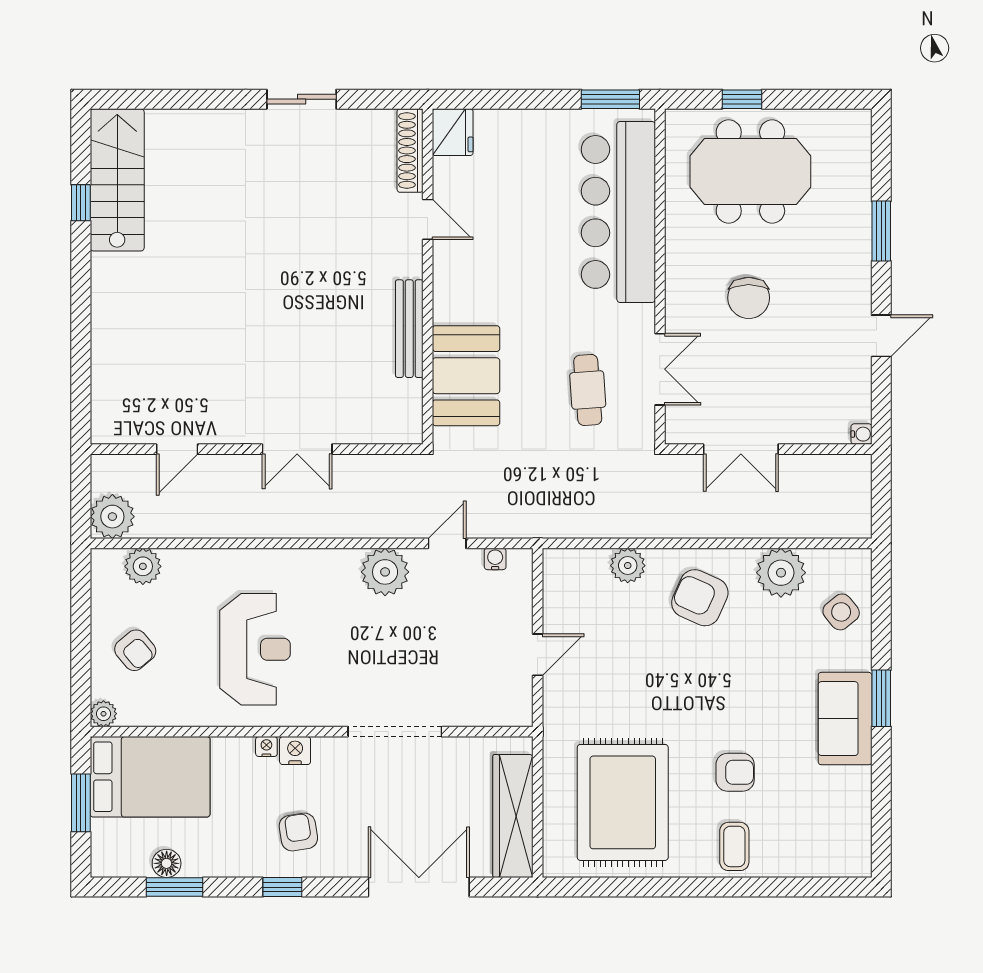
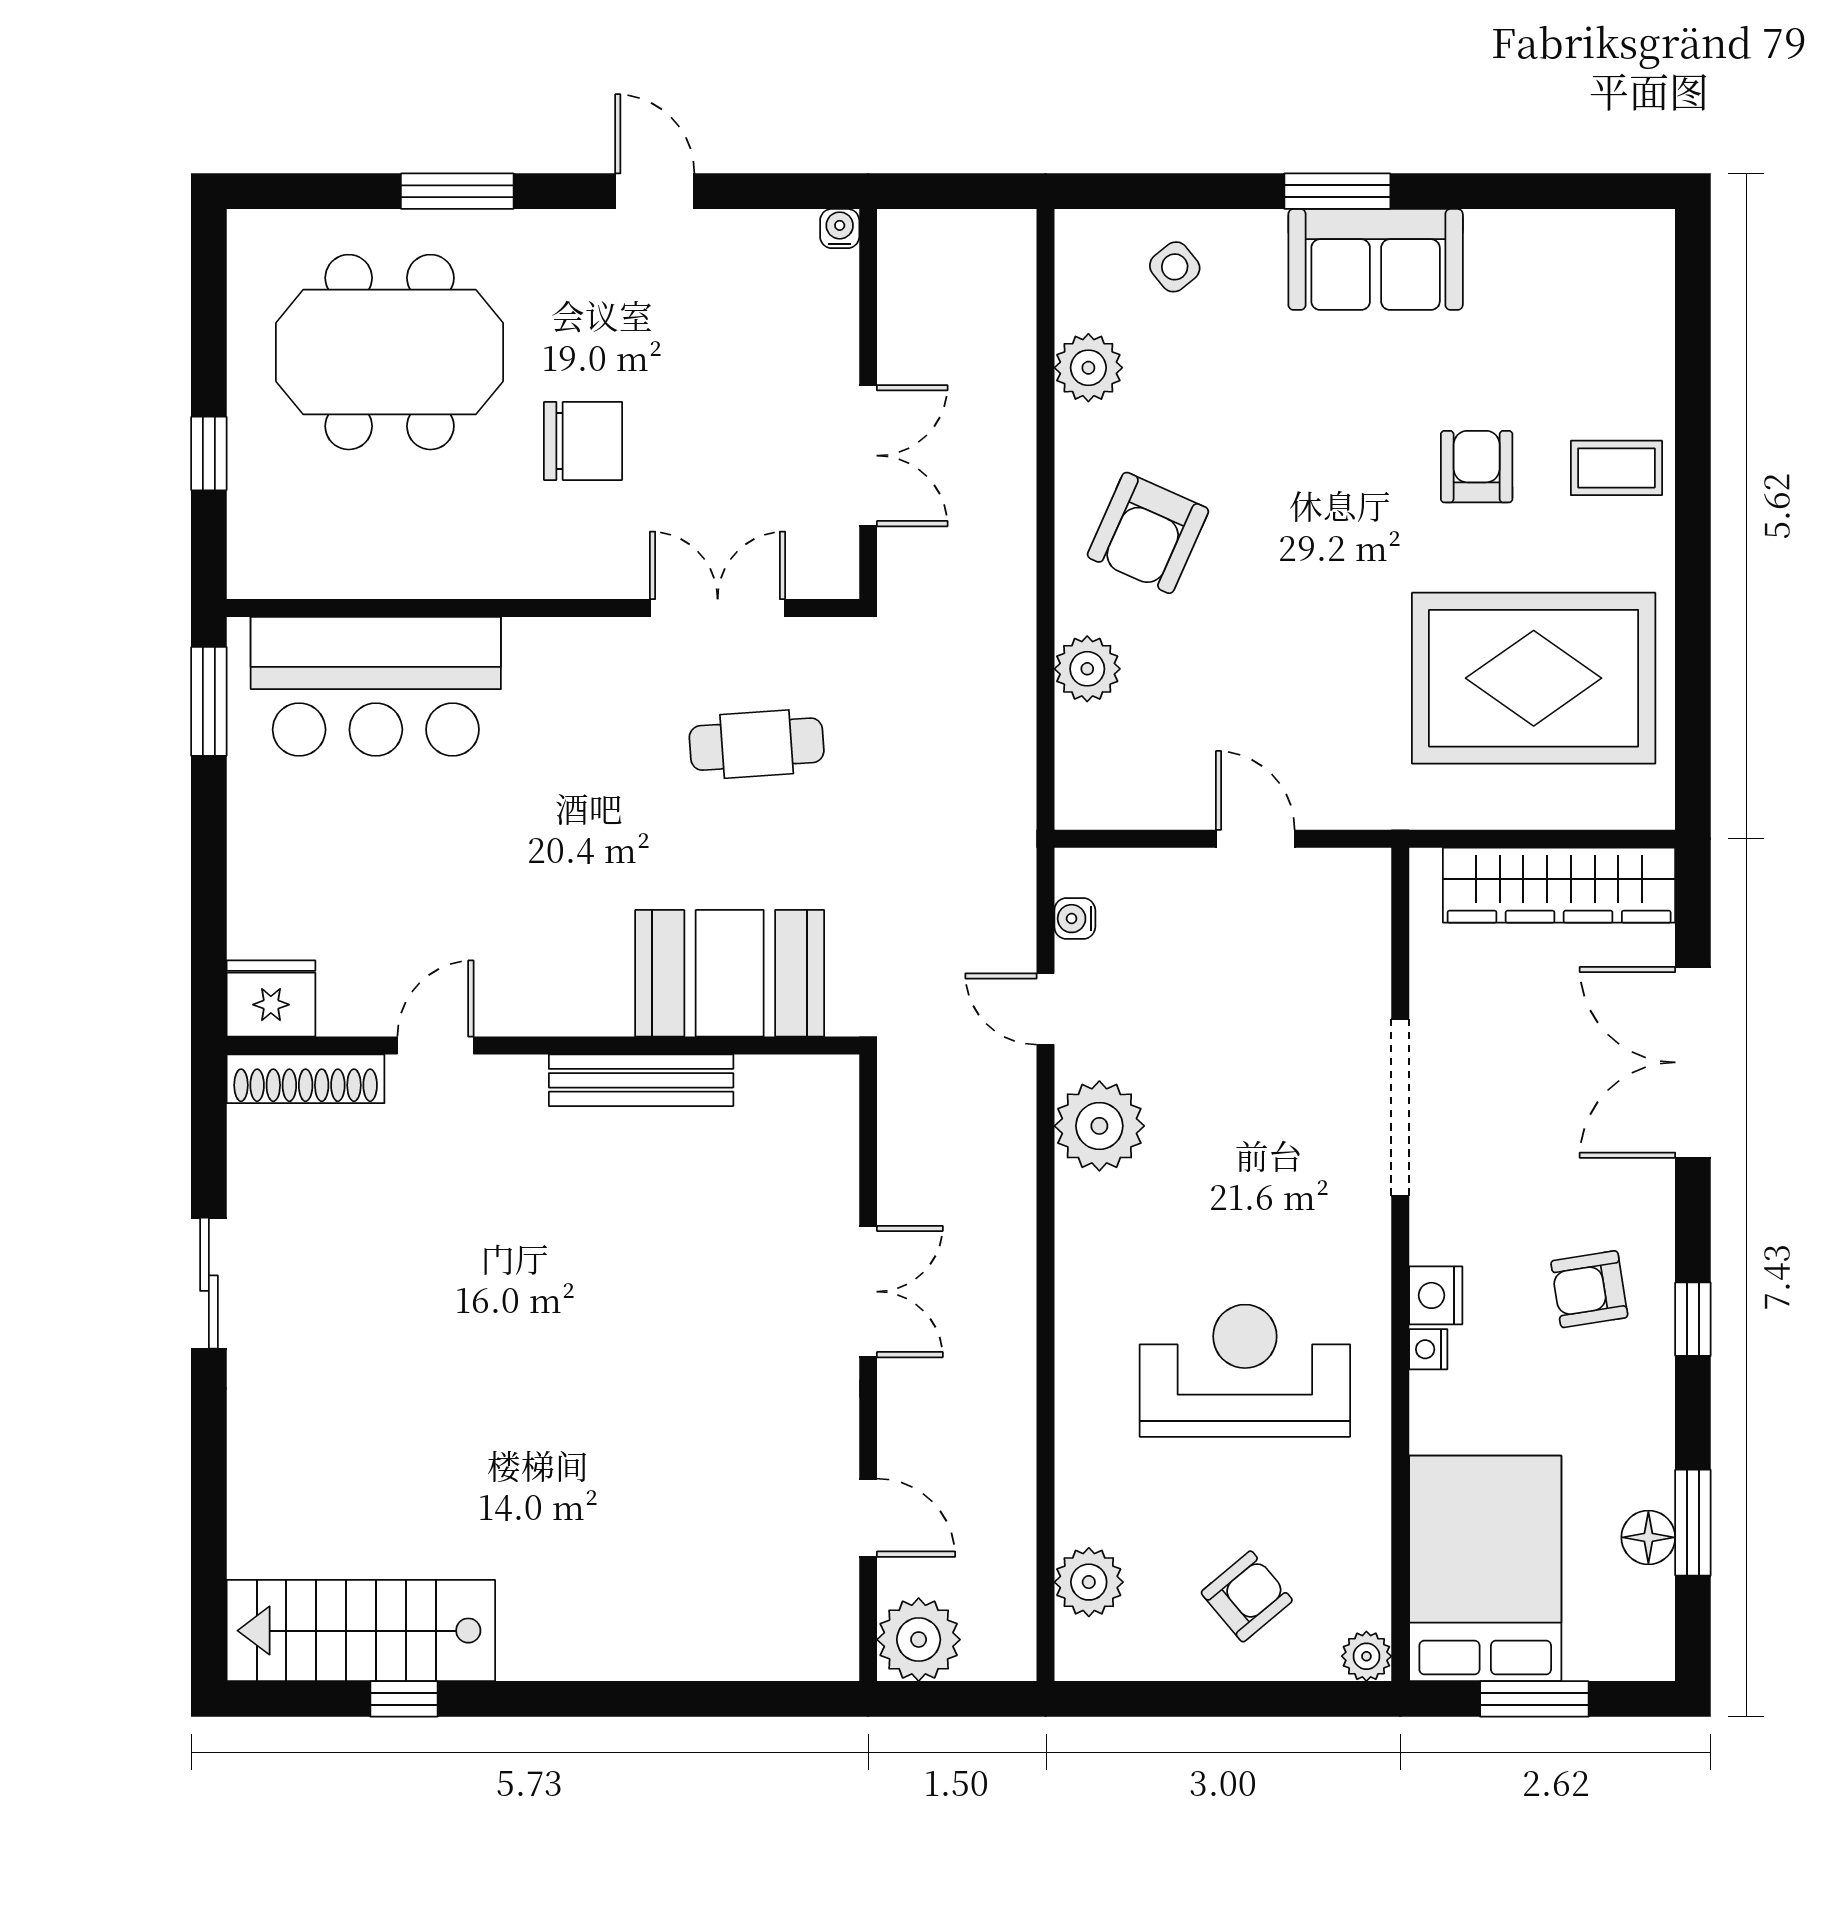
meeting table: (750, 172) -> (390, 352), moved, turned 90
bar counter: (618, 212) -> (376, 686), width x0.73
plant: (112, 517) -> (919, 1640), moved
plant: (781, 573) -> (1088, 368), width x0.73, depth x0.73
side table: (841, 612) -> (1175, 267), width x0.73, depth x0.73

